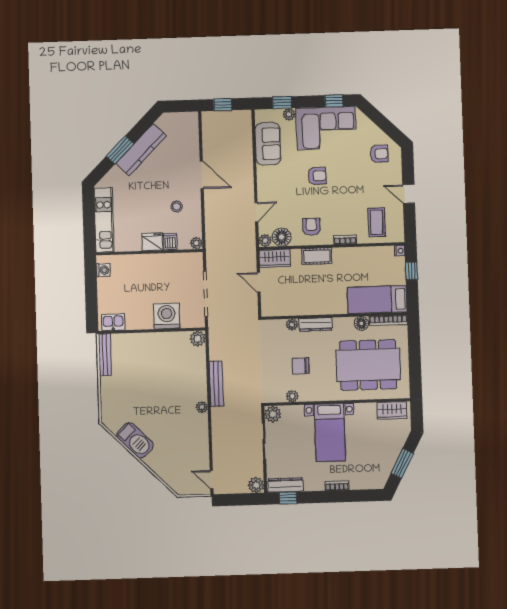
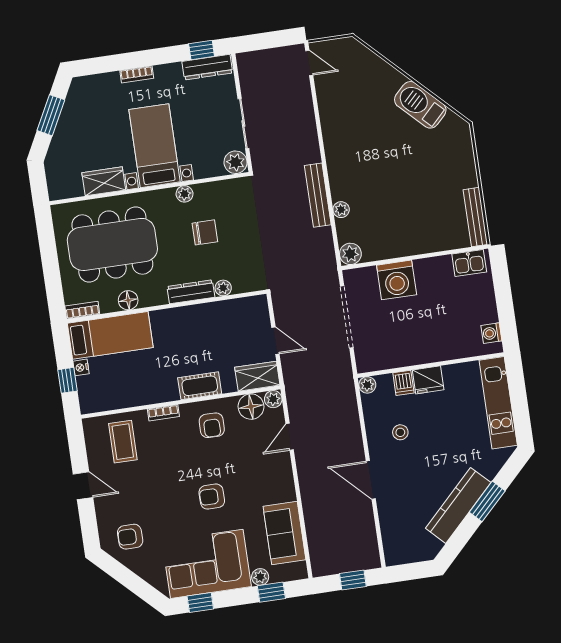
nightstand: (400, 251) -> (81, 367), moved
bookcase: (388, 320) -> (82, 310), width x0.64
plant: (292, 396) -> (185, 194), moved
plant: (202, 407) -> (341, 210), moved
wardrobe: (392, 410) -> (104, 181), moved
plant: (256, 485) -> (247, 63), removed

